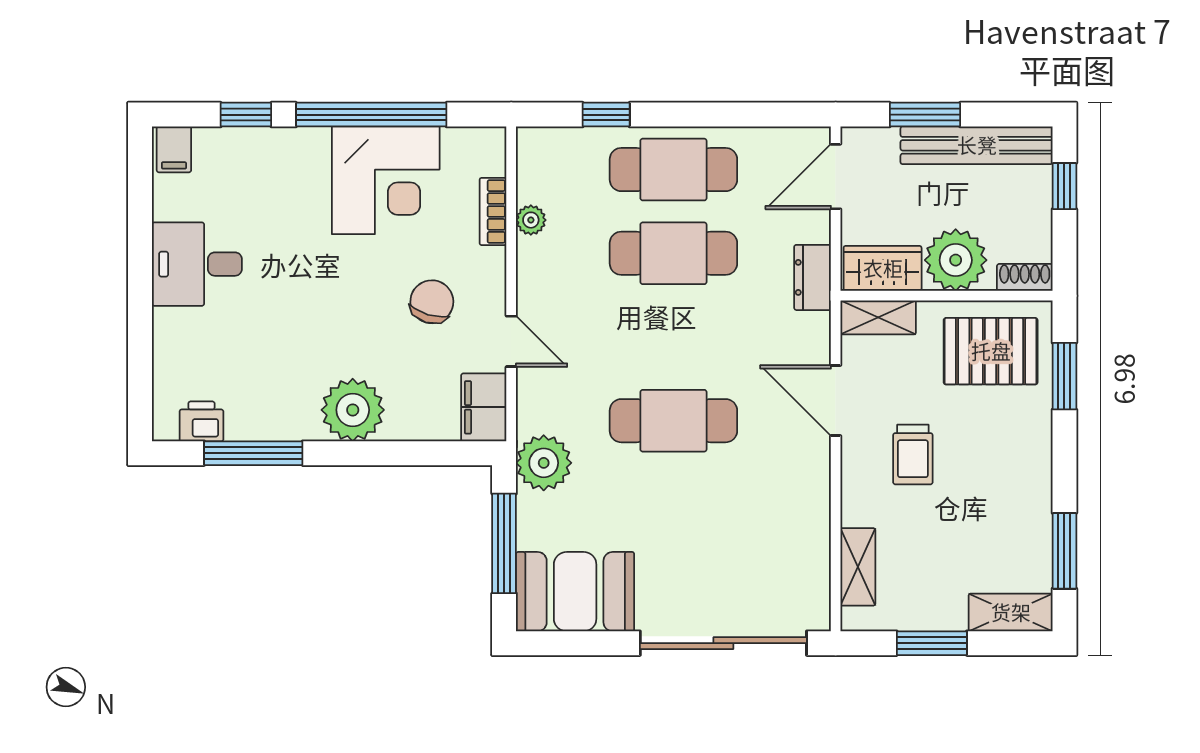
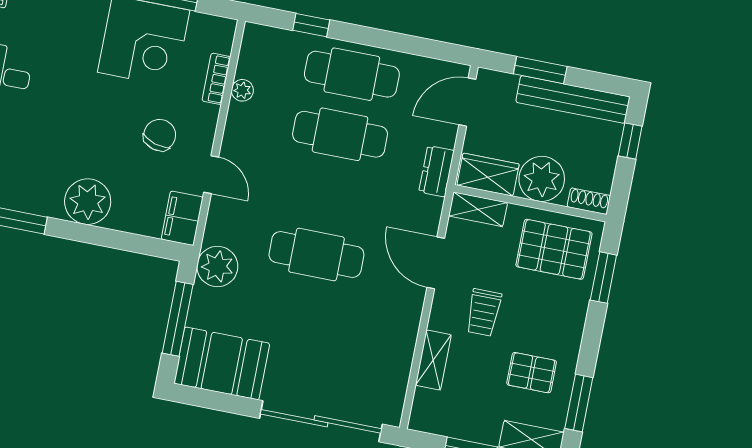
pallet: (993, 523) -> (532, 373), added
shelving: (858, 567) -> (433, 360), moved

